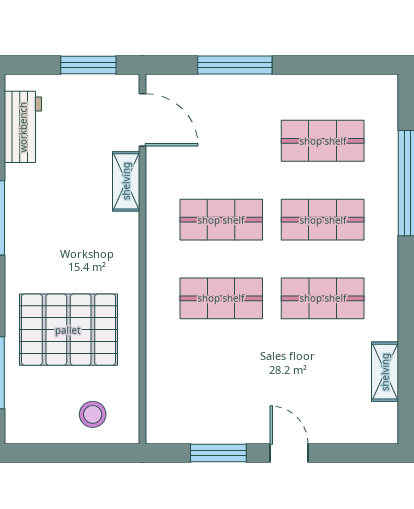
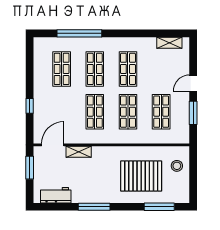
window: (235, 65) -> (30, 106), width x0.46
pallet: (68, 330) -> (141, 176), turned 90
shelving: (385, 372) -> (169, 43), moved
shop shelf: (221, 377) -> (161, 112), added

